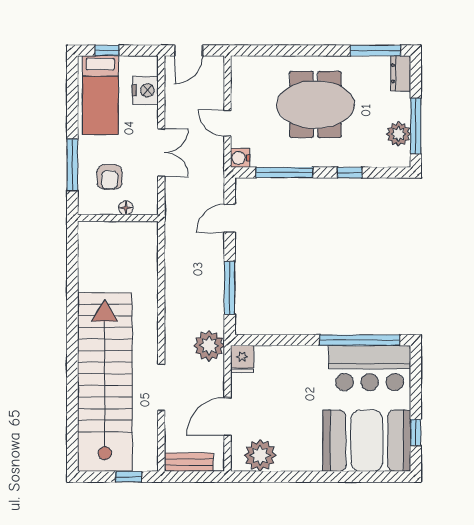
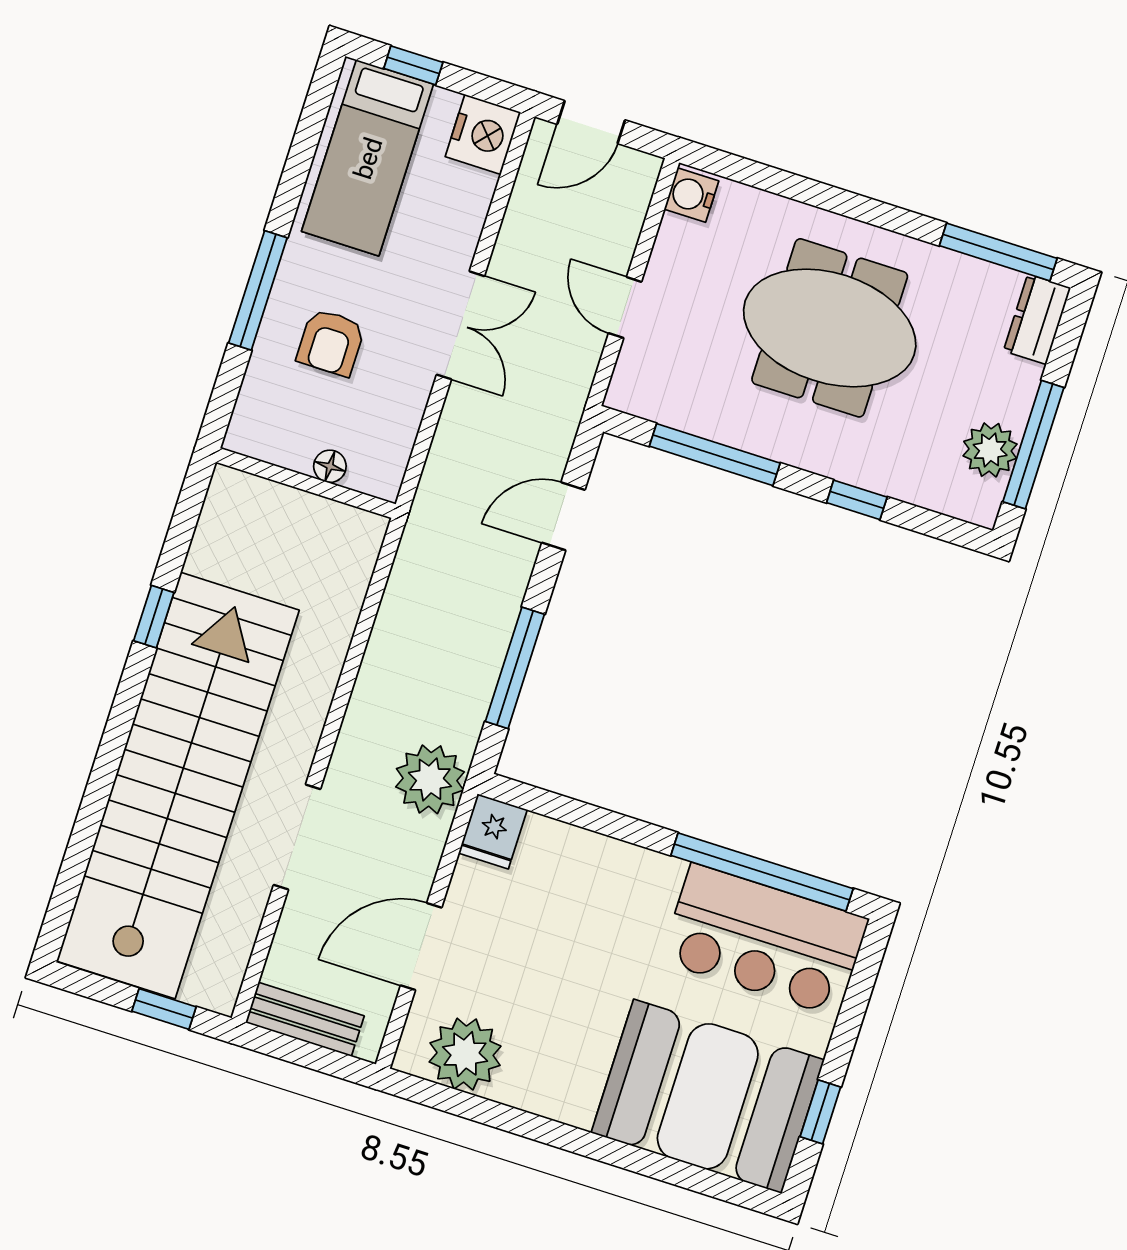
nightstand: (145, 90) -> (483, 134), moved
water cooler: (240, 158) -> (691, 195), moved
floor lamp: (126, 208) -> (330, 466), moved
wall: (118, 218) -> (306, 483), moved
window: (72, 315) -> (154, 617), added

